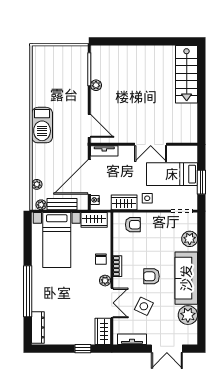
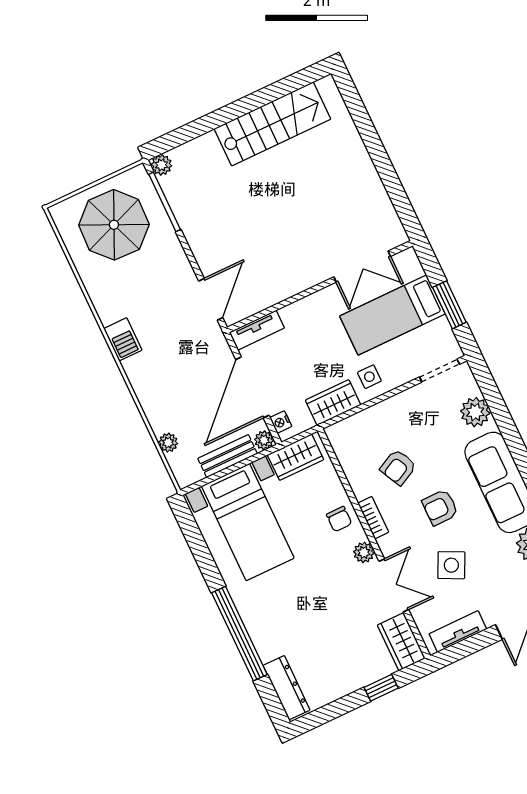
parasol: (60, 69) -> (114, 225), added
stairs: (187, 74) -> (272, 124), moved, turned -90
plant: (96, 85) -> (162, 165), moved
barbecue: (42, 125) -> (123, 339), width x0.53, depth x0.65
door: (89, 126) -> (211, 299), hinge flipped
double door: (151, 144) -> (362, 267), moved
plant: (41, 205) -> (264, 440), moved
armchair: (133, 225) -> (398, 467), moved, turned 153

